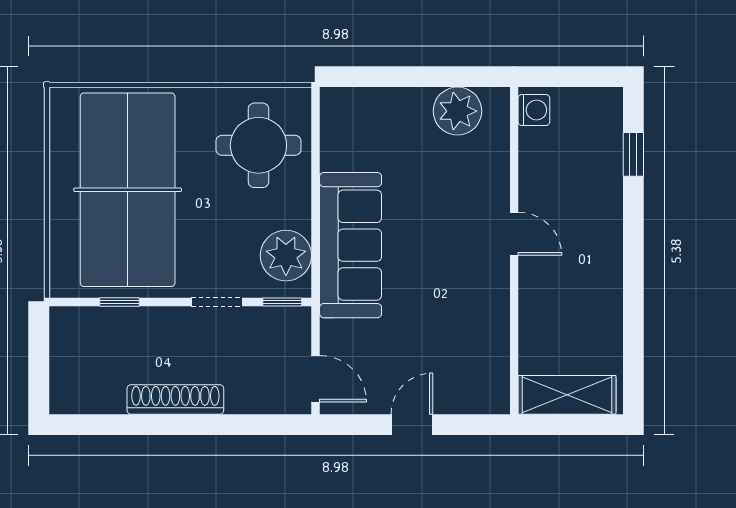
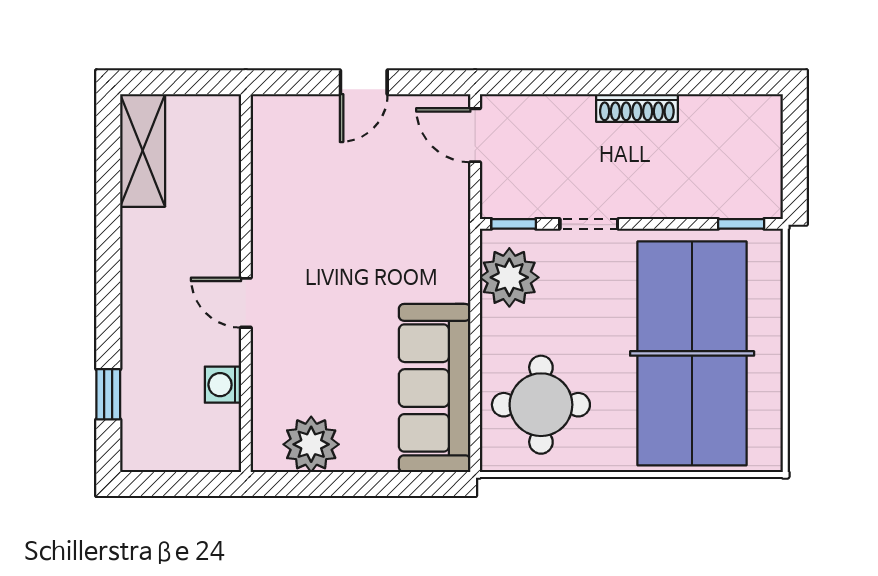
washing machine: (534, 110) -> (223, 385), moved
sofa: (351, 245) -> (435, 388), moved
window: (120, 302) -> (741, 224), moved
shelving: (567, 395) -> (143, 150), moved, turned 90
shoe rack: (175, 399) -> (637, 108), width x0.74, depth x0.81

